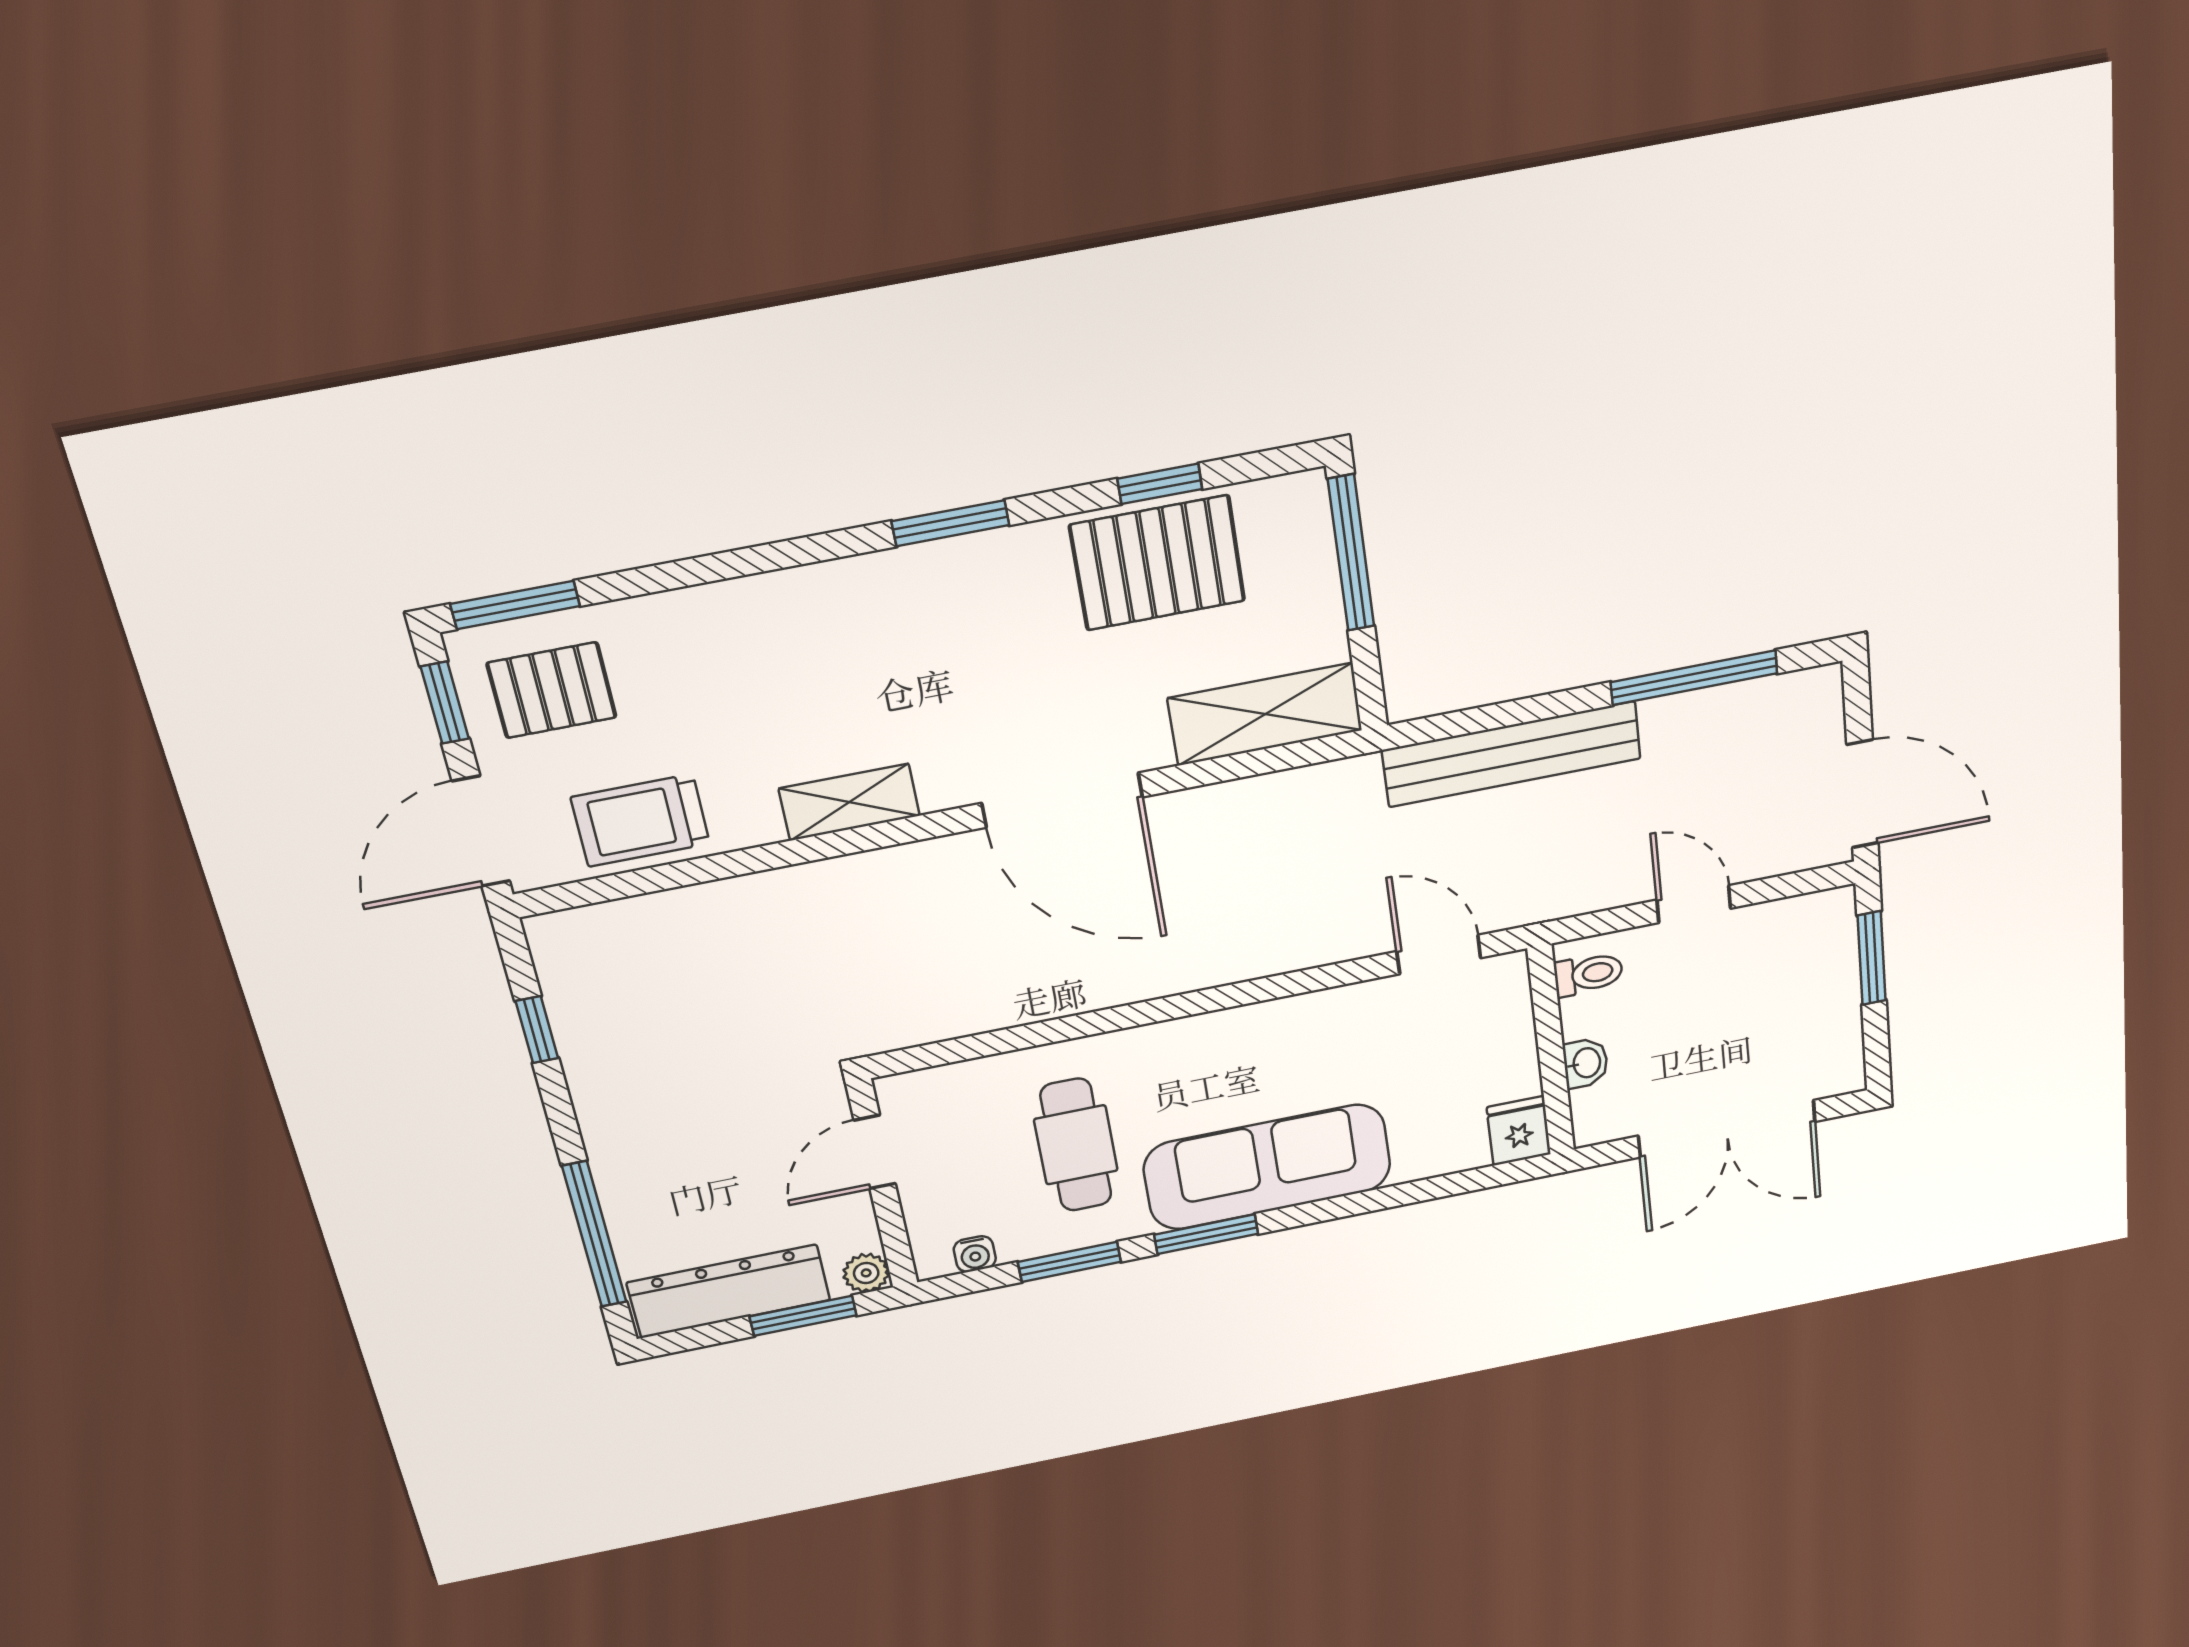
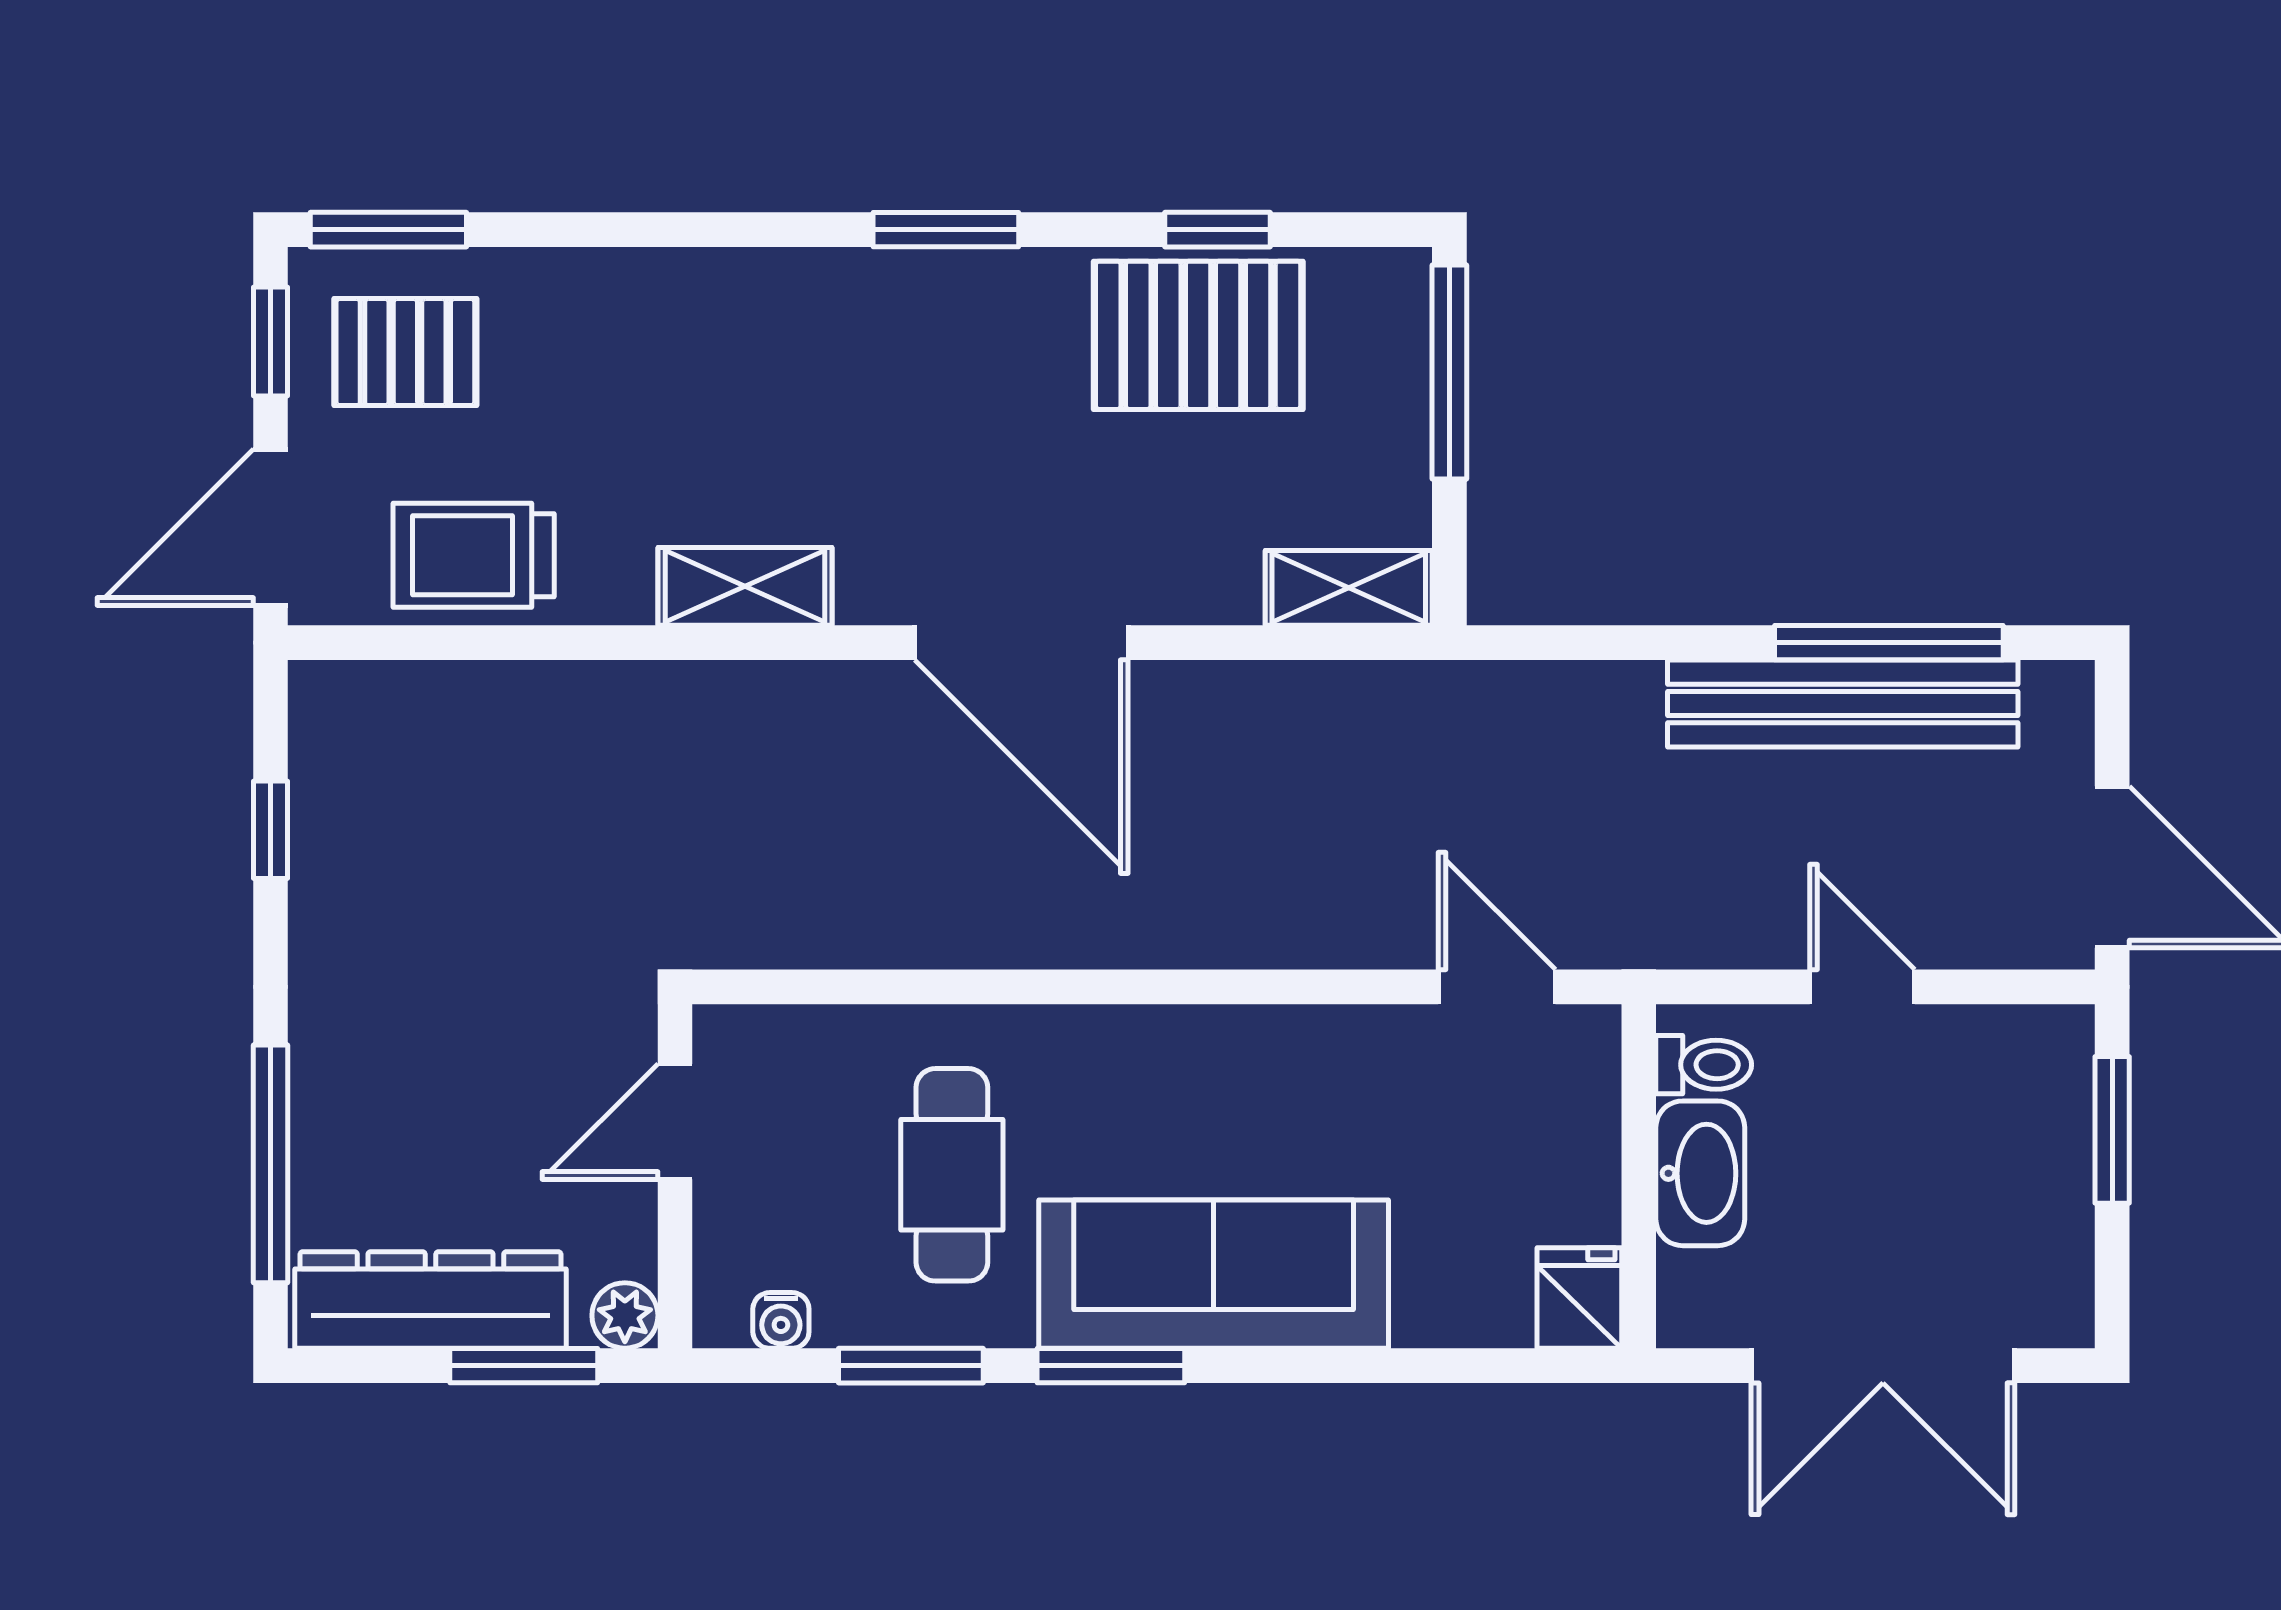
shelving: (1265, 714) -> (1349, 588), width x0.67, depth x0.75
bench: (1512, 754) -> (1843, 703), moved
washbasin: (1586, 1063) -> (1700, 1173), width x1.91, depth x1.45

